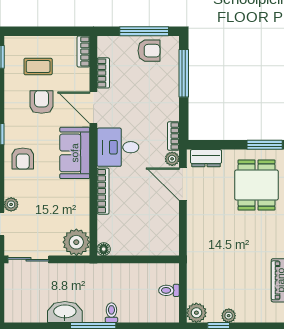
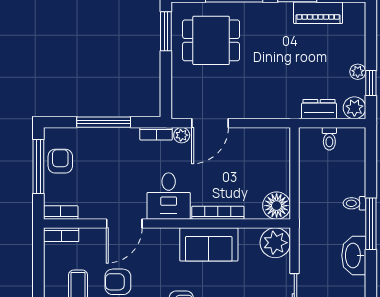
bookcase: (103, 73) -> (61, 212), moved
window: (184, 73) -> (104, 122), moved
sofa: (75, 153) -> (209, 244), moved
dresser: (206, 158) -> (319, 109), moved, turned -90
floor lamp: (104, 249) -> (277, 206), width x1.89, depth x1.89

